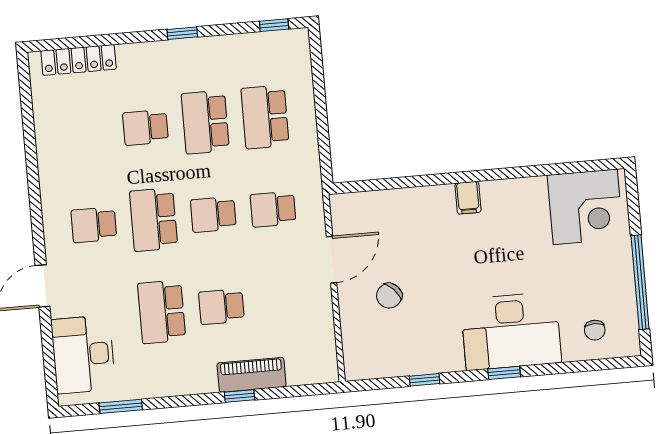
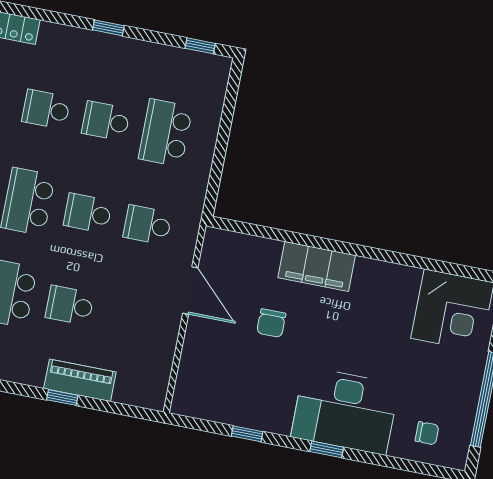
school desk: (205, 122) -> (106, 121), width x0.54
filing cabinet: (468, 198) -> (317, 267), width x3.00, depth x1.17
door: (332, 260) -> (190, 290), hinge flipped
chair: (389, 296) -> (271, 323), moved, turned -47
chair: (595, 330) -> (427, 433), turned -90

